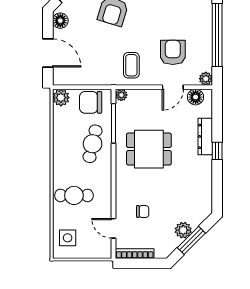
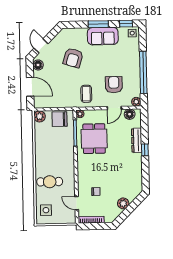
cafe table: (93, 144) -> (61, 147), removed
dining table: (149, 149) -> (94, 139), moved, turned 90
window: (191, 240) -> (129, 210), removed

